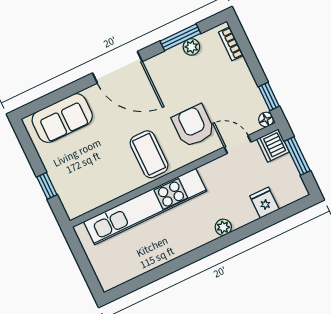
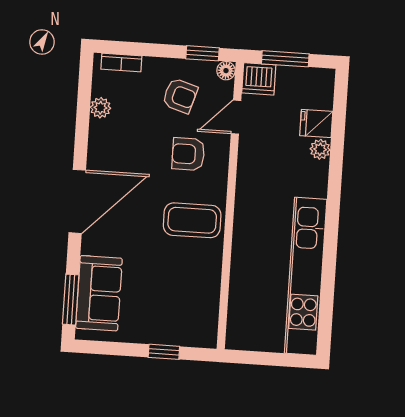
window: (180, 37) -> (71, 300), moved
armchair: (231, 97) -> (180, 96), added
armchair: (193, 126) -> (188, 154), width x0.72, depth x0.72
kitchen unit: (145, 206) -> (306, 276), moved, turned 180
plant: (223, 227) -> (320, 149), moved

